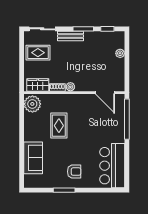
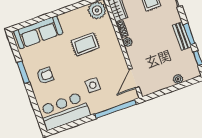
bench: (70, 36) -> (182, 36), moved
side table: (98, 132) -> (93, 85), added
sofa: (33, 158) -> (38, 32), width x1.36
armchair: (74, 172) -> (45, 76), turned -90

